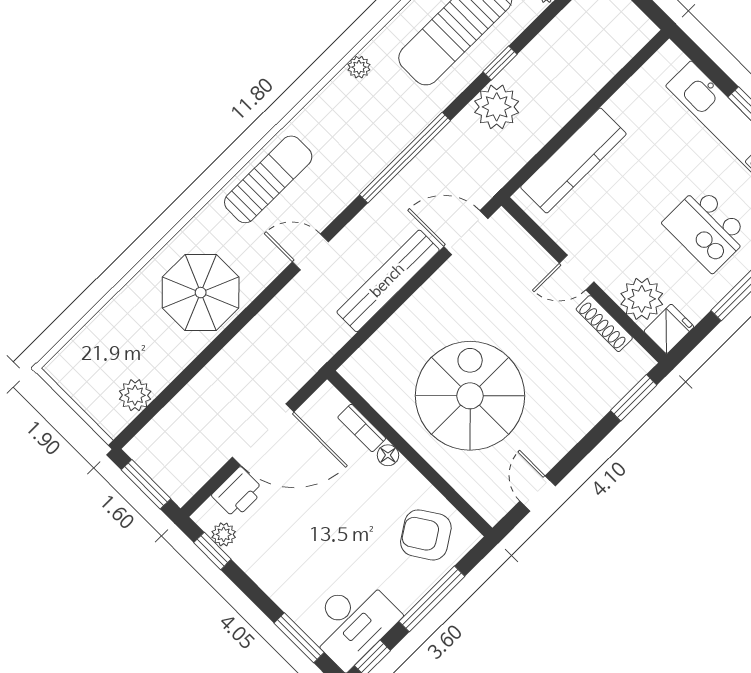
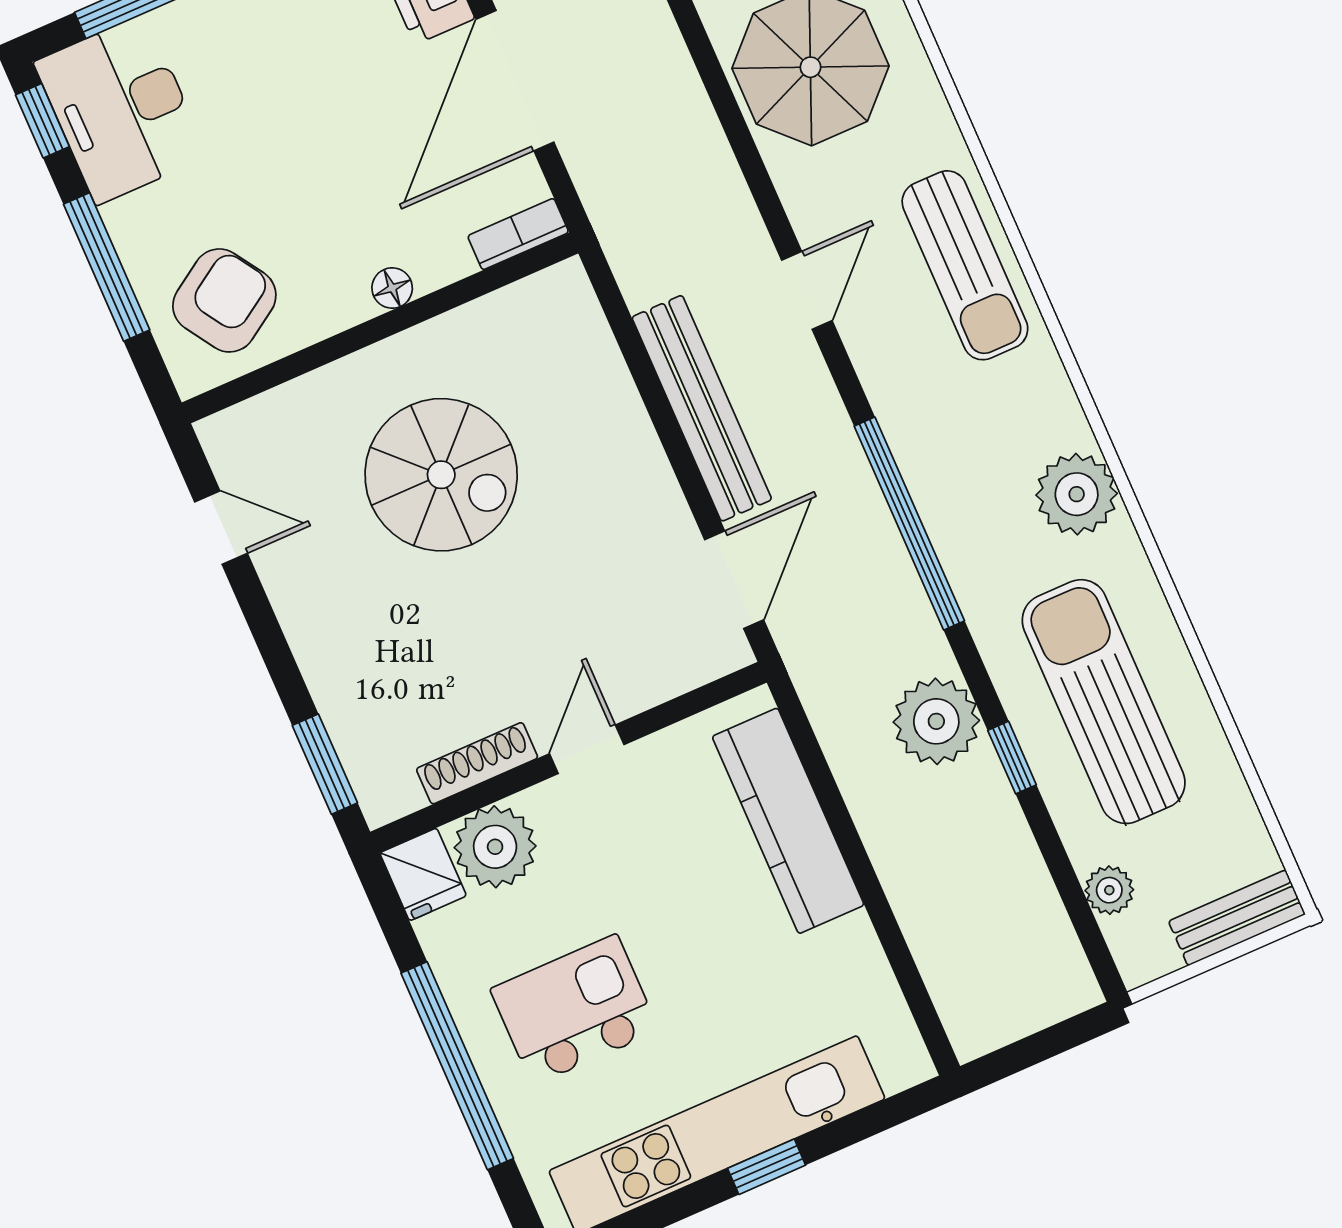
plant: (359, 67) -> (1077, 494), width x1.88, depth x1.88
spiral stairs: (470, 396) -> (441, 475), width x0.73, depth x0.73
bookcase: (362, 428) -> (518, 234), moved

